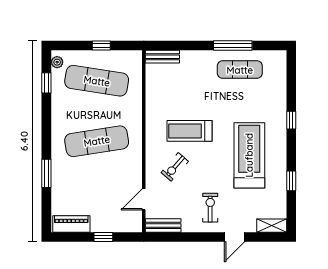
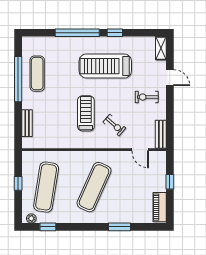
window: (233, 46) -> (18, 79), width x1.46
bench: (162, 57) -> (27, 123), moved
window: (291, 120) -> (77, 33), width x3.17
treadmill: (190, 131) -> (86, 113), turned 180
exercise mat: (97, 141) -> (94, 187), turned 33
window: (291, 181) -> (115, 33), moved

